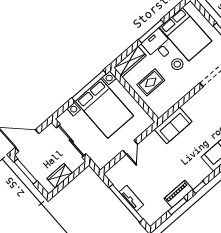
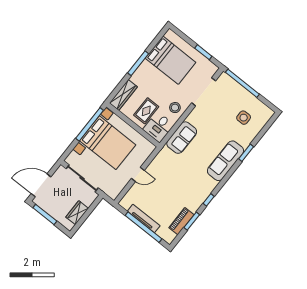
desk: (158, 45) -> (158, 127), moved, turned -90
stool: (177, 64) -> (175, 108), moved
sofa: (173, 126) -> (182, 138), moved
door: (130, 147) -> (138, 174), hinge flipped
piano: (178, 194) -> (181, 221), moved
tv unit: (131, 198) -> (144, 218), width x1.41

